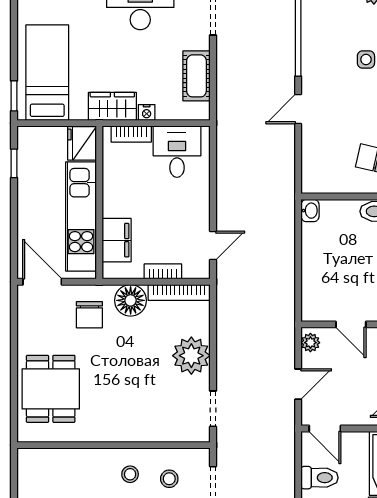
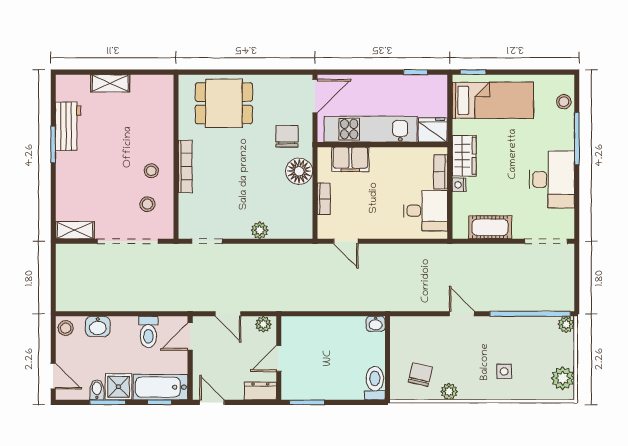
bookcase: (179, 293) -> (185, 166), moved, turned 180
chair: (89, 315) -> (287, 136), turned 90
plant: (191, 356) -> (260, 230), width x0.53, depth x0.53

